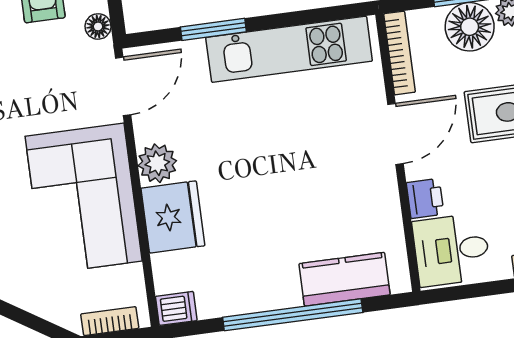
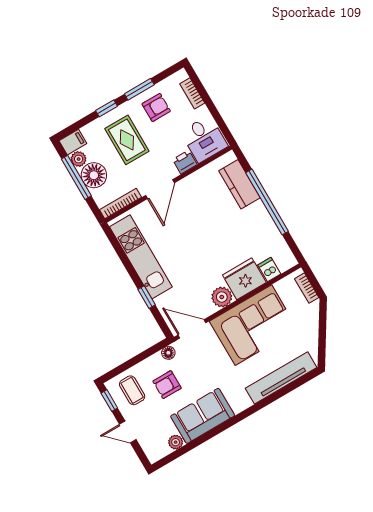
window: (213, 29) -> (147, 297), width x0.67
door: (395, 134) -> (160, 189), swing flipped
dishwasher: (176, 308) -> (269, 269), moved

